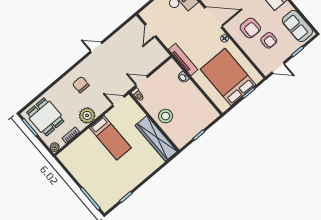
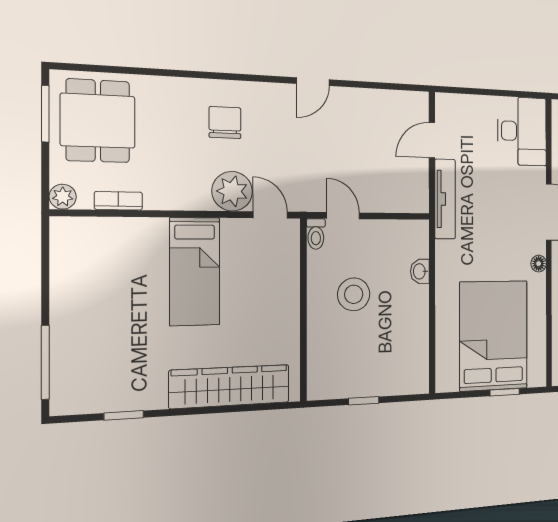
door: (96, 47) -> (313, 82), swing flipped
tv unit: (183, 59) -> (445, 199), moved
plant: (87, 115) -> (232, 191), moved
stool: (166, 116) -> (354, 294), moved
wardrobe: (156, 138) -> (230, 386), moved, turned 90

